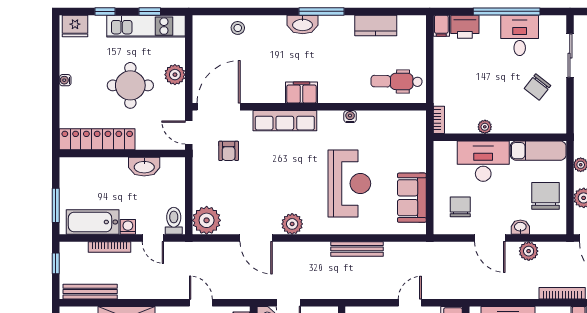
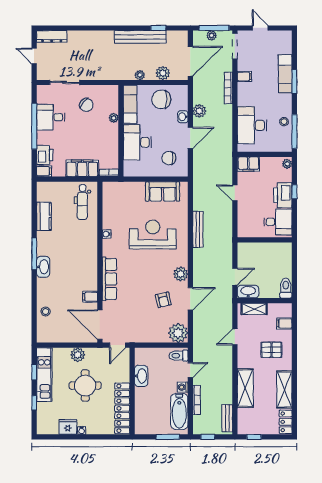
fridge: (75, 26) -> (68, 427), moved, turned -90
filing cabinet: (446, 81) -> (82, 168), added
filing cabinet: (301, 93) -> (90, 297), moved, width x0.50
plant: (485, 127) -> (114, 118), moved
armchair: (229, 151) -> (163, 300), moved, turned 77
bench: (90, 292) -> (227, 418), width x0.73

